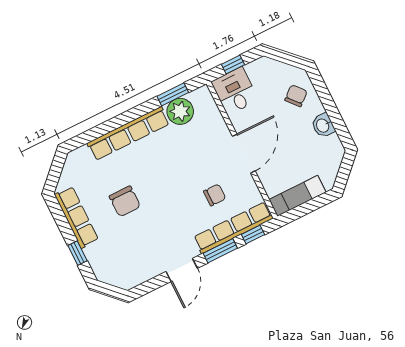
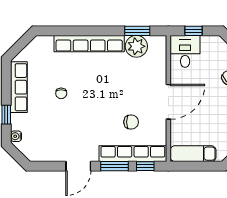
chair: (125, 201) -> (61, 93), width x0.54, depth x0.54
water cooler: (99, 271) -> (16, 136), added

